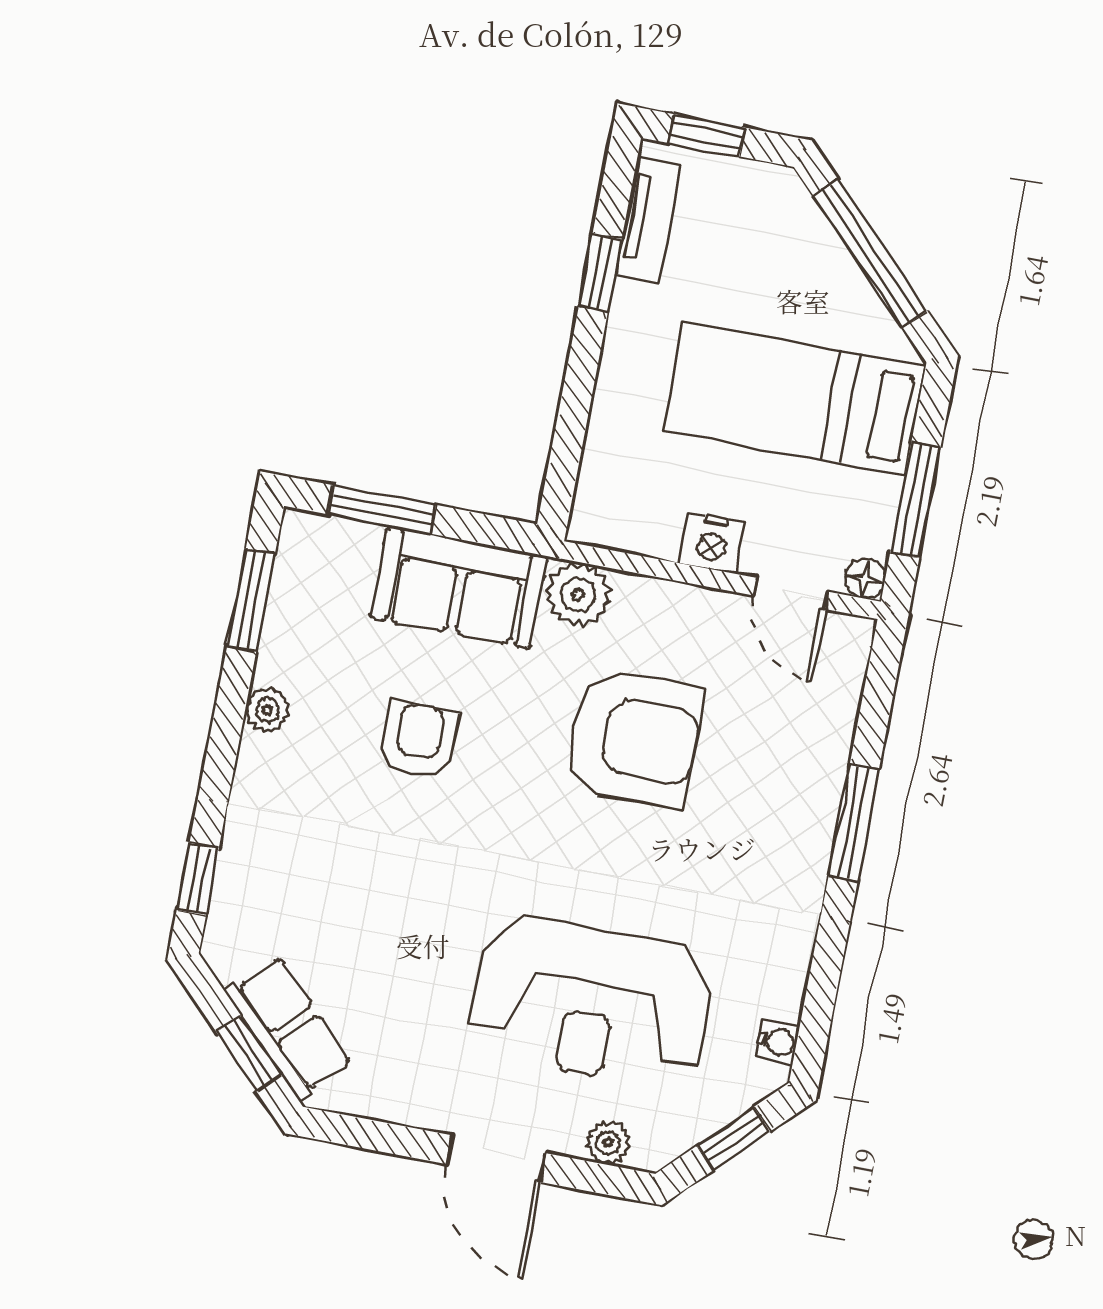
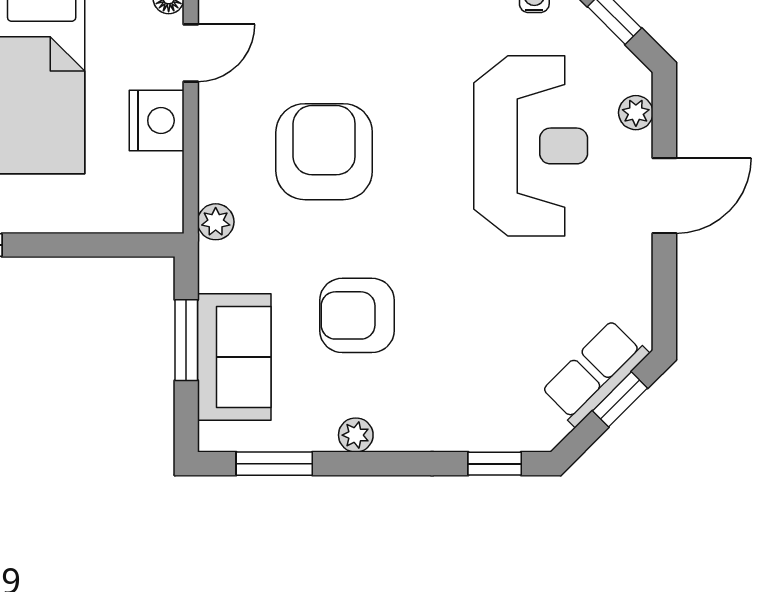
window: (382, 510) -> (186, 340), moved
nightstand: (712, 542) -> (157, 121), width x1.36, depth x1.33
sofa: (459, 587) -> (234, 357), moved
plant: (578, 595) -> (216, 222), width x0.73, depth x0.73
armchair: (419, 741) -> (357, 315), width x1.38, depth x1.38

